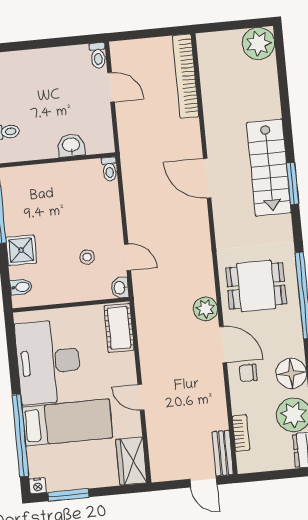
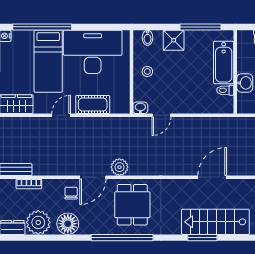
toilet: (109, 169) -> (225, 90), moved
bathtub: (45, 177) -> (224, 63), added
stool: (87, 257) -> (147, 72), moved
cot: (119, 328) -> (93, 105), moved

